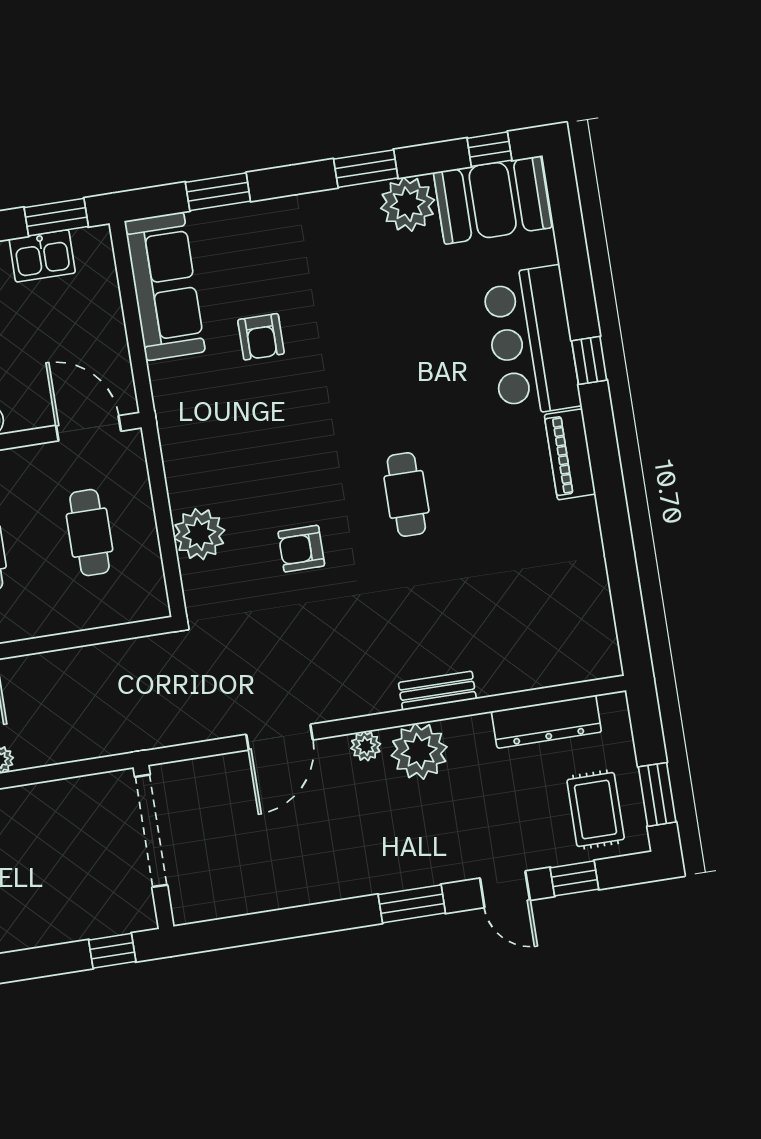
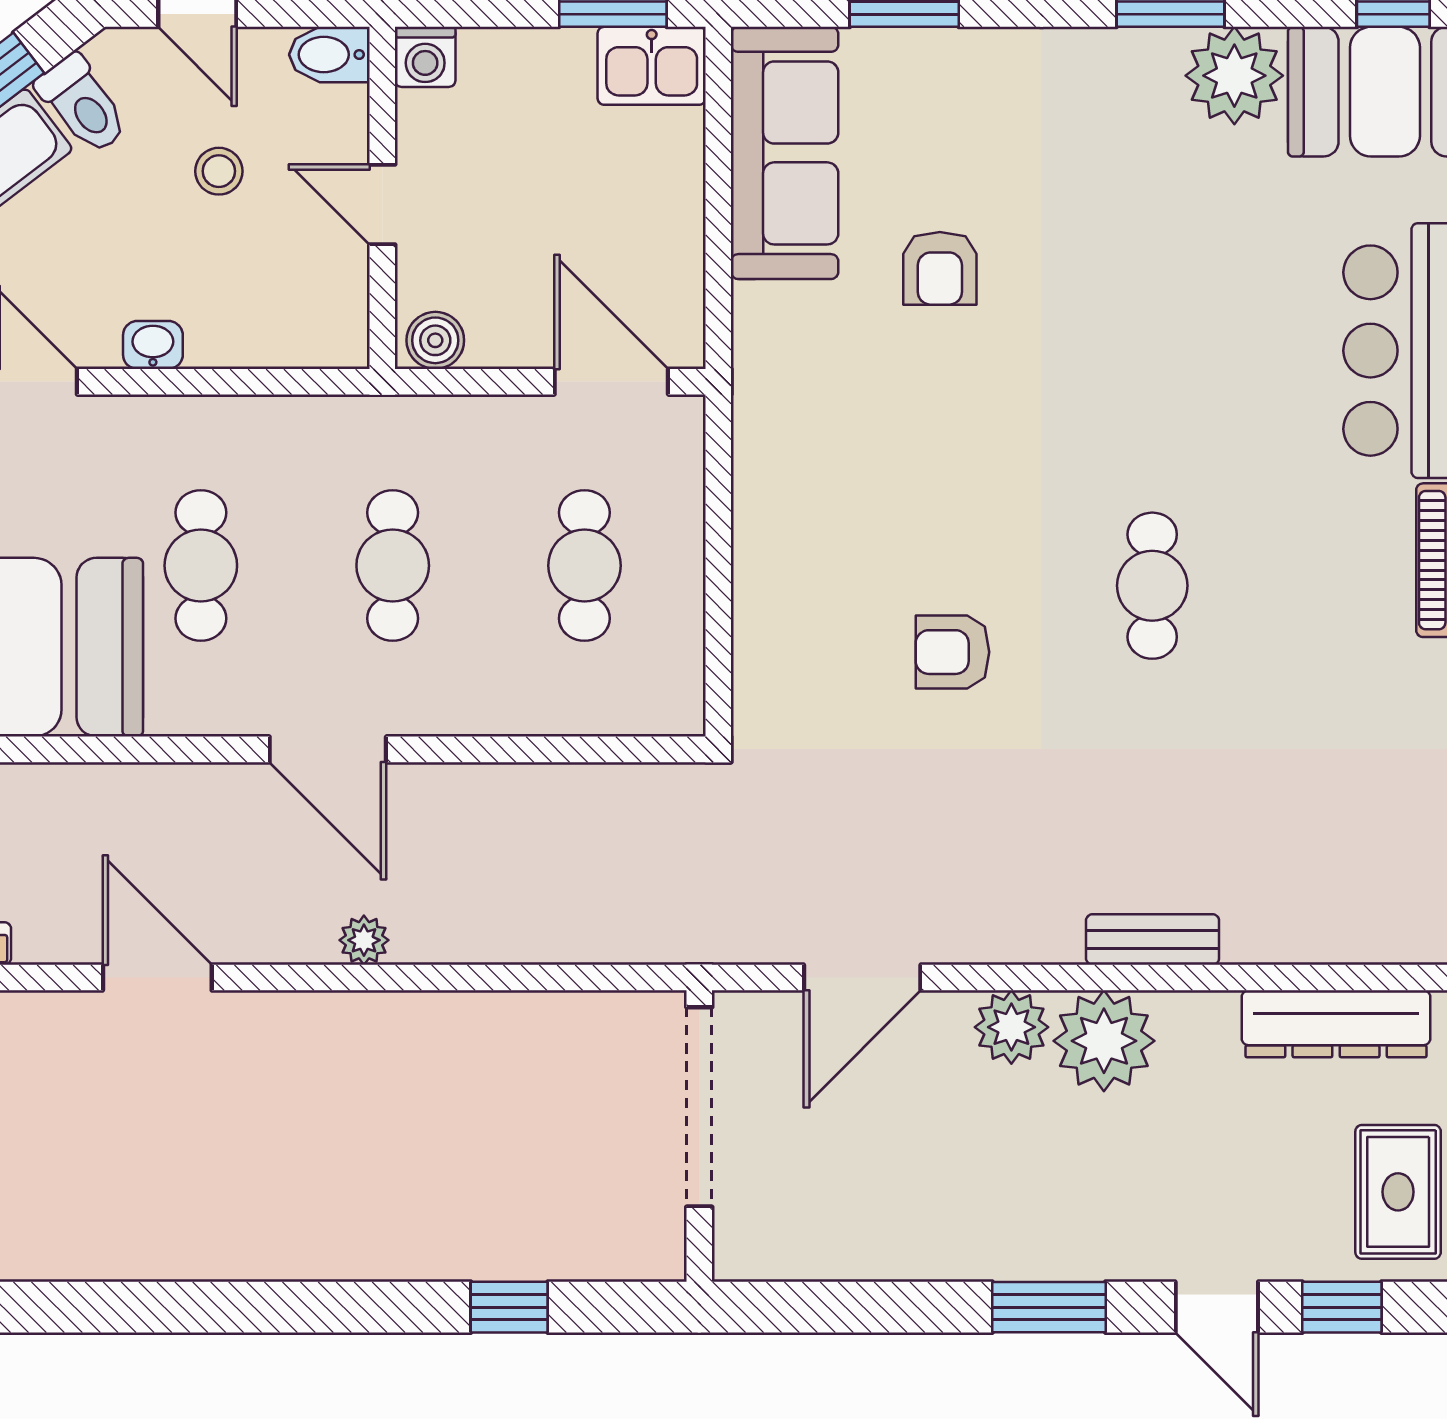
kitchen sink: (42, 256) -> (652, 66), moved
plant: (199, 534) -> (777, 598), removed
plant: (366, 746) -> (1011, 1027), width x1.38, depth x1.38
doorway: (151, 831) -> (699, 1107), moved
wall: (154, 847) -> (699, 1136), moved

